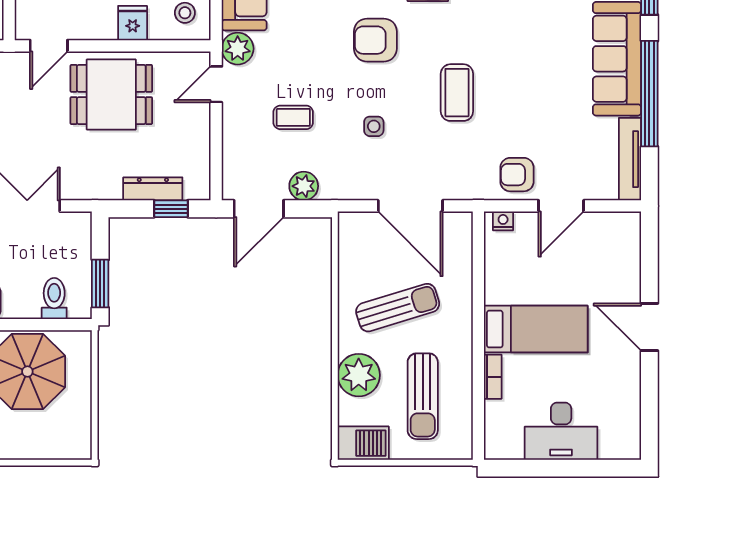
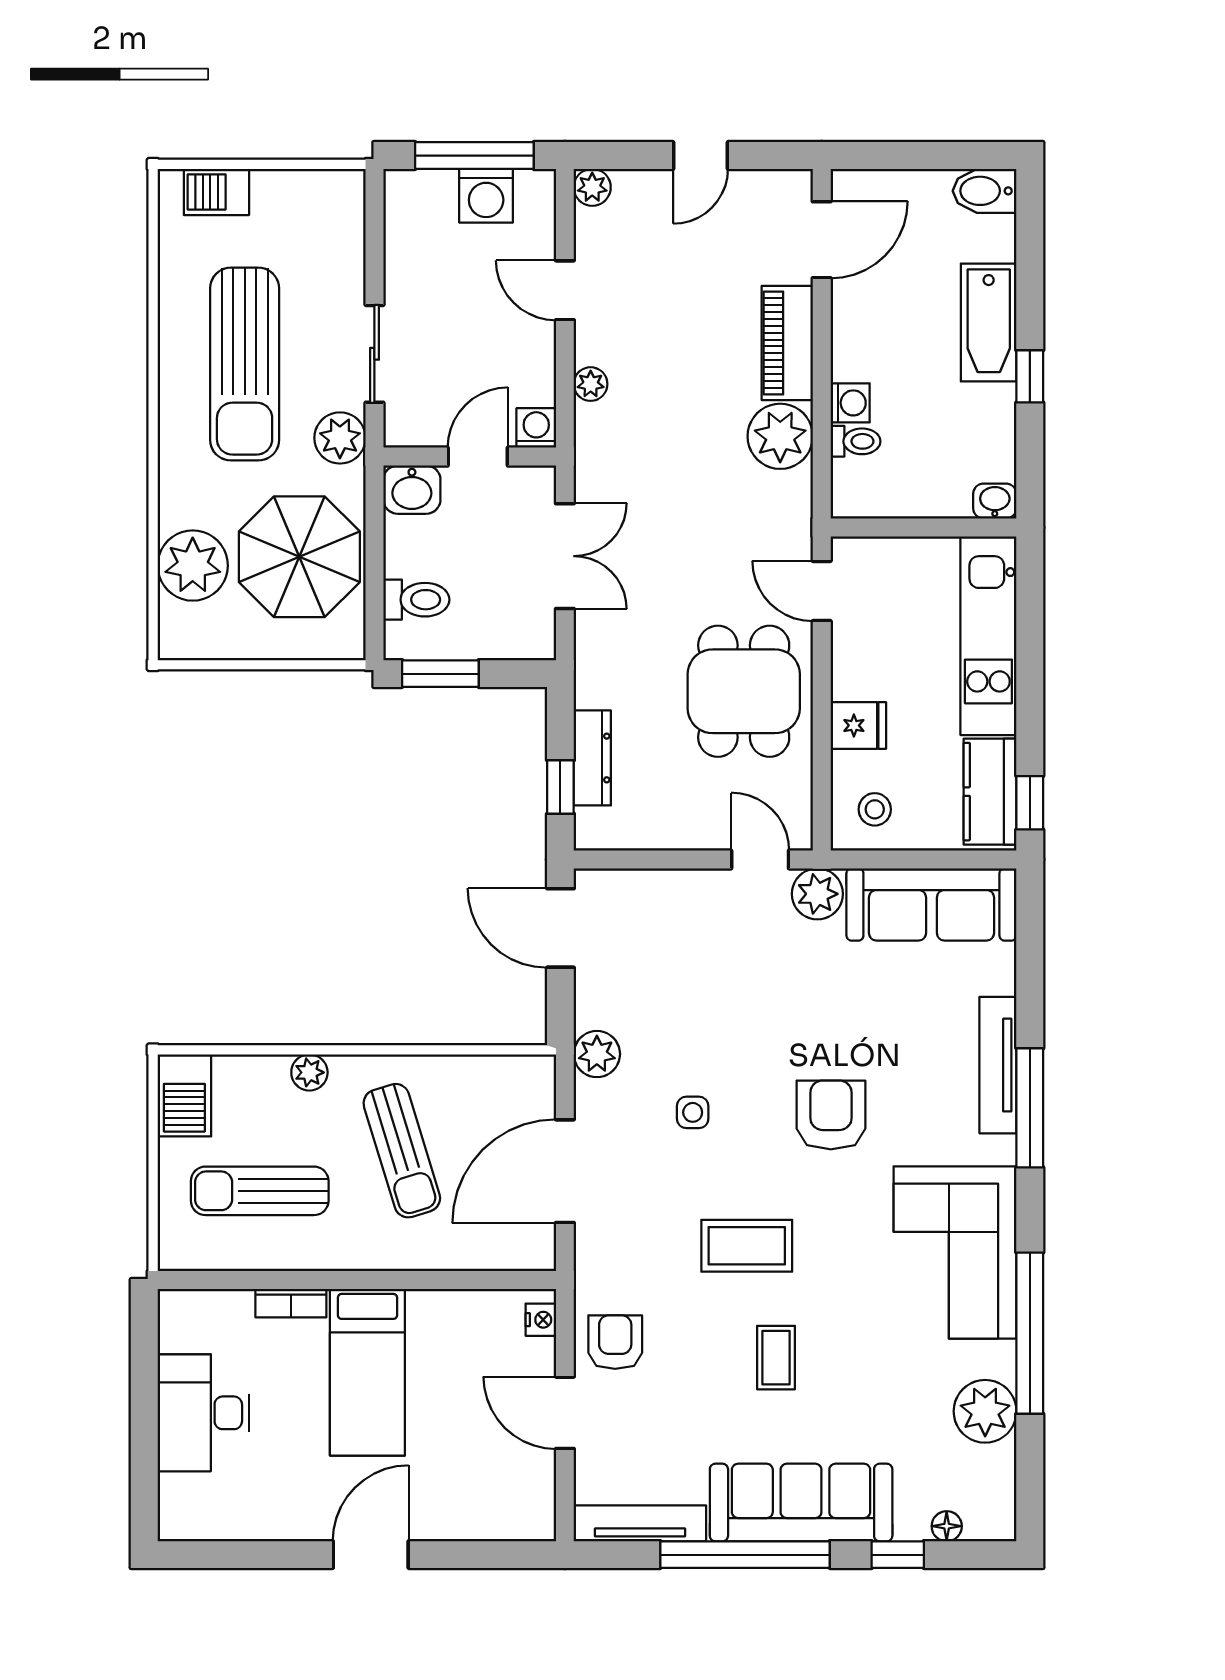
coffee table: (293, 117) -> (776, 1358), moved
plant: (304, 186) -> (597, 1054), moved
plant: (359, 375) -> (309, 1072), width x0.53, depth x0.53
plant: (33, 438) -> (193, 566), added

